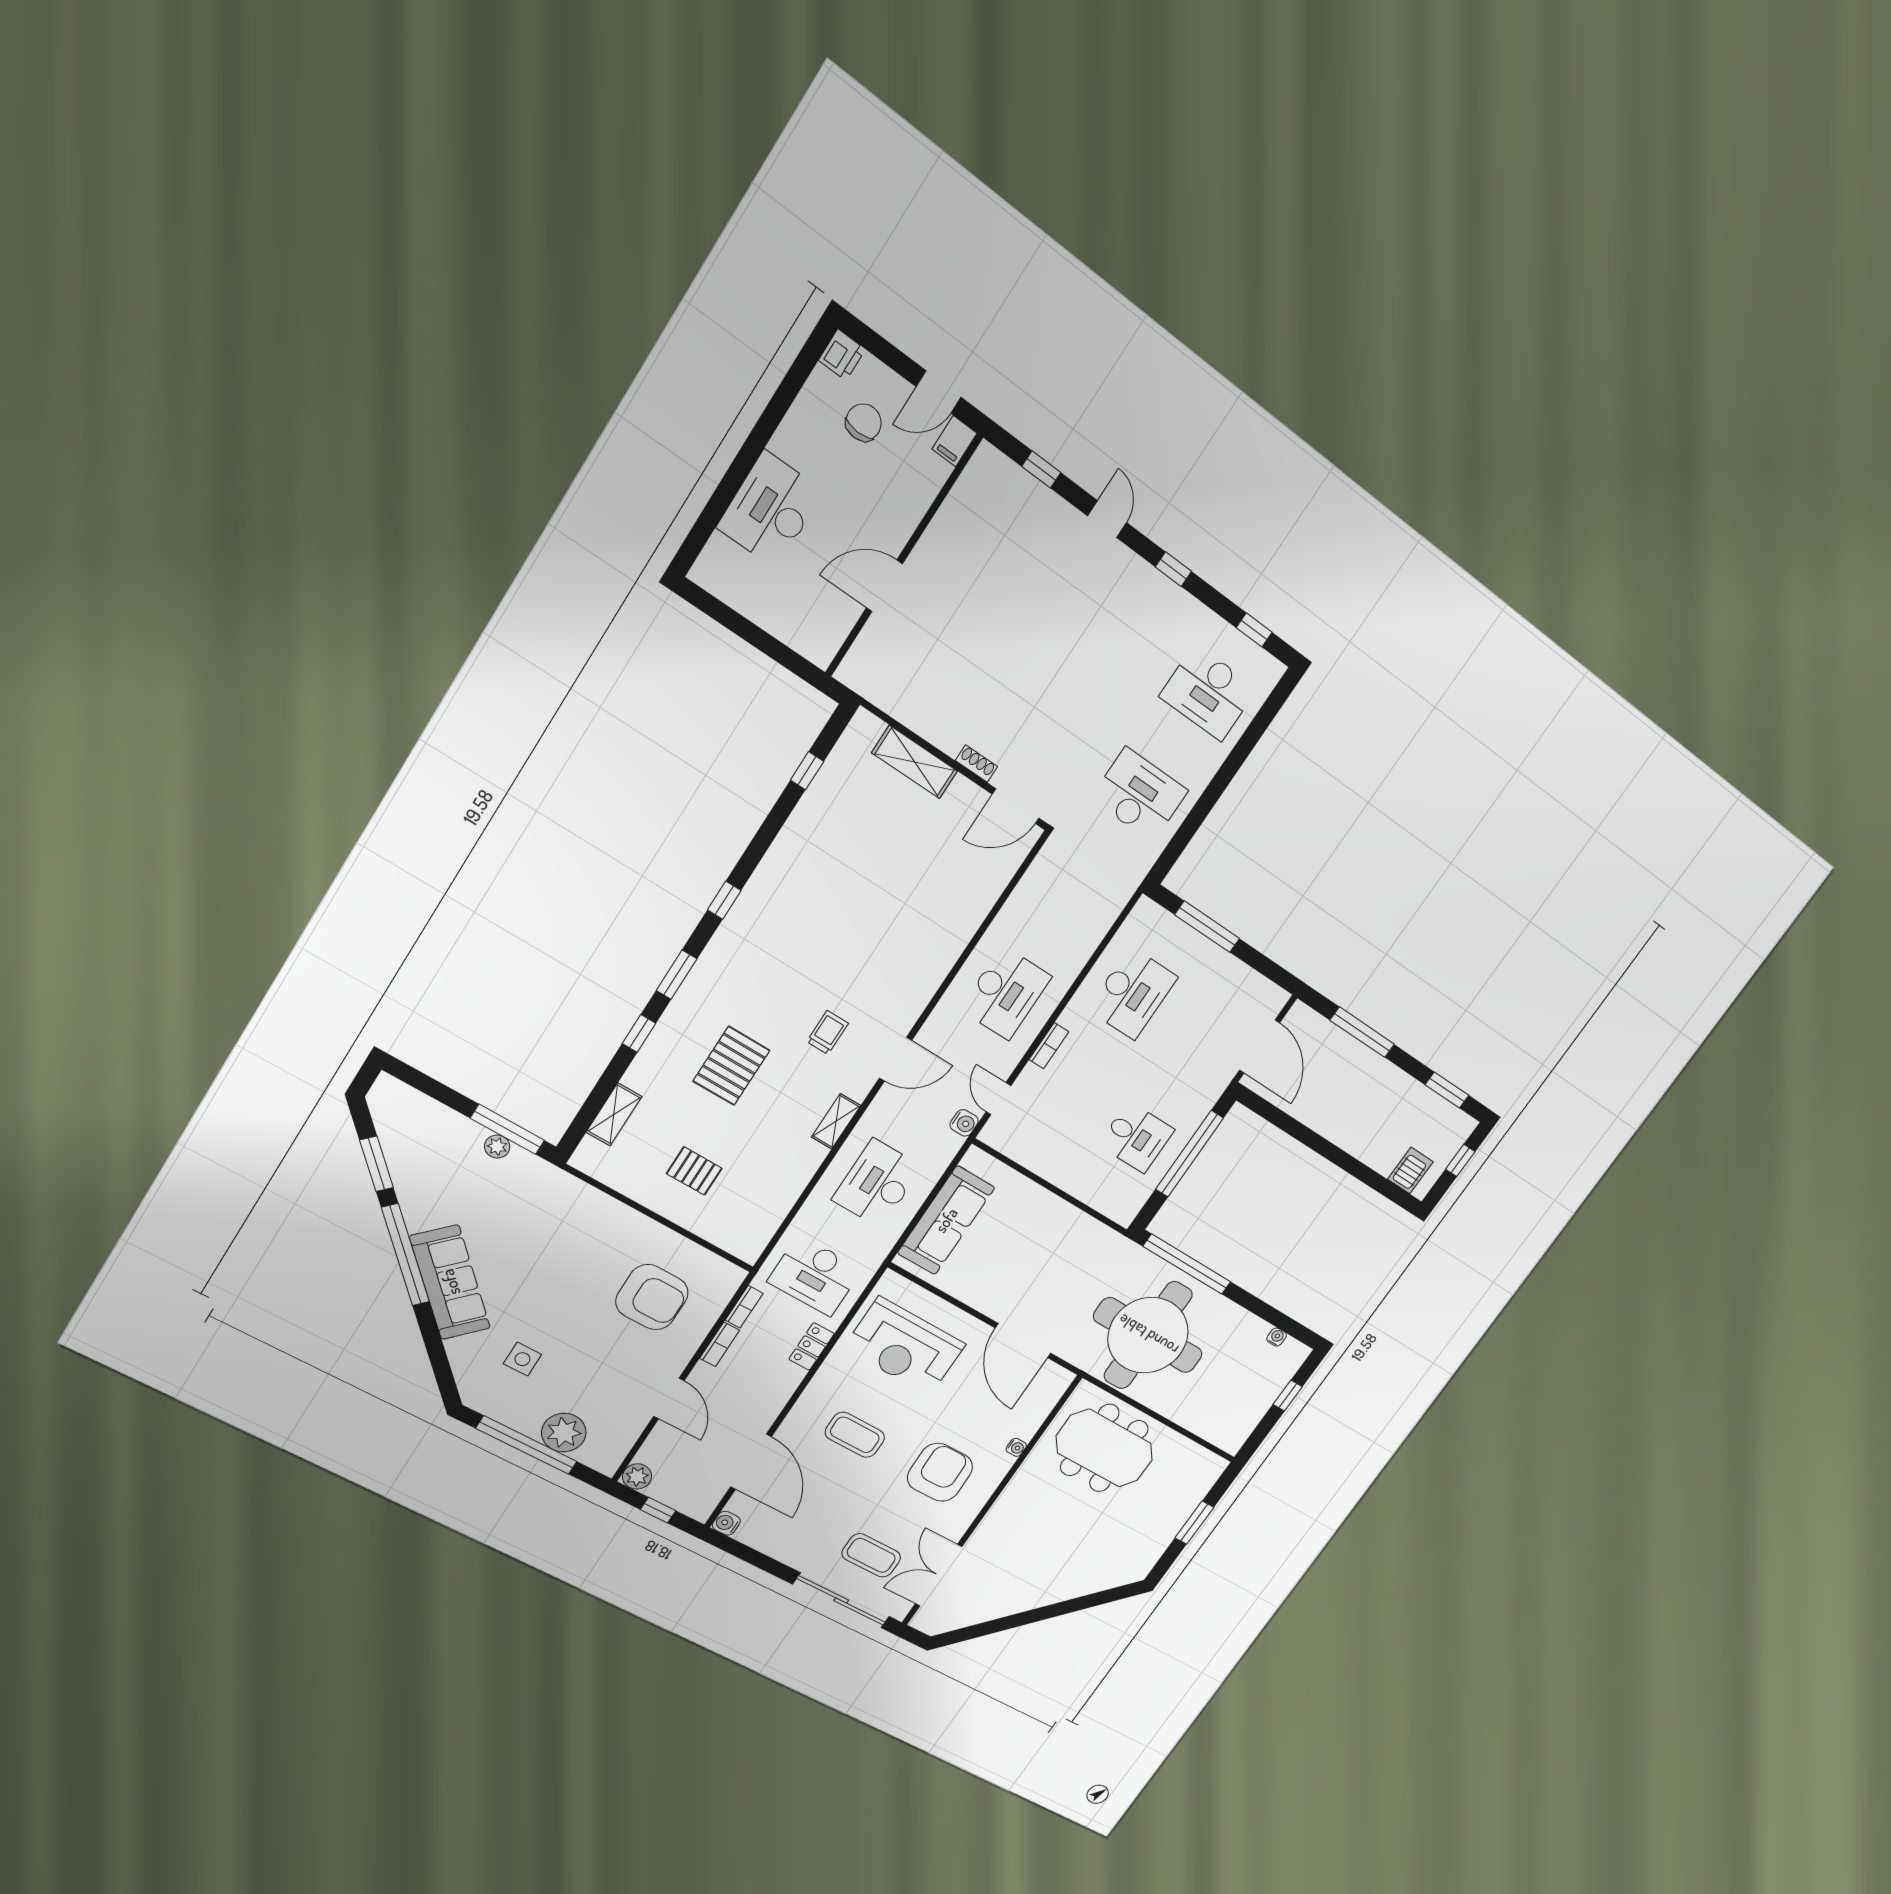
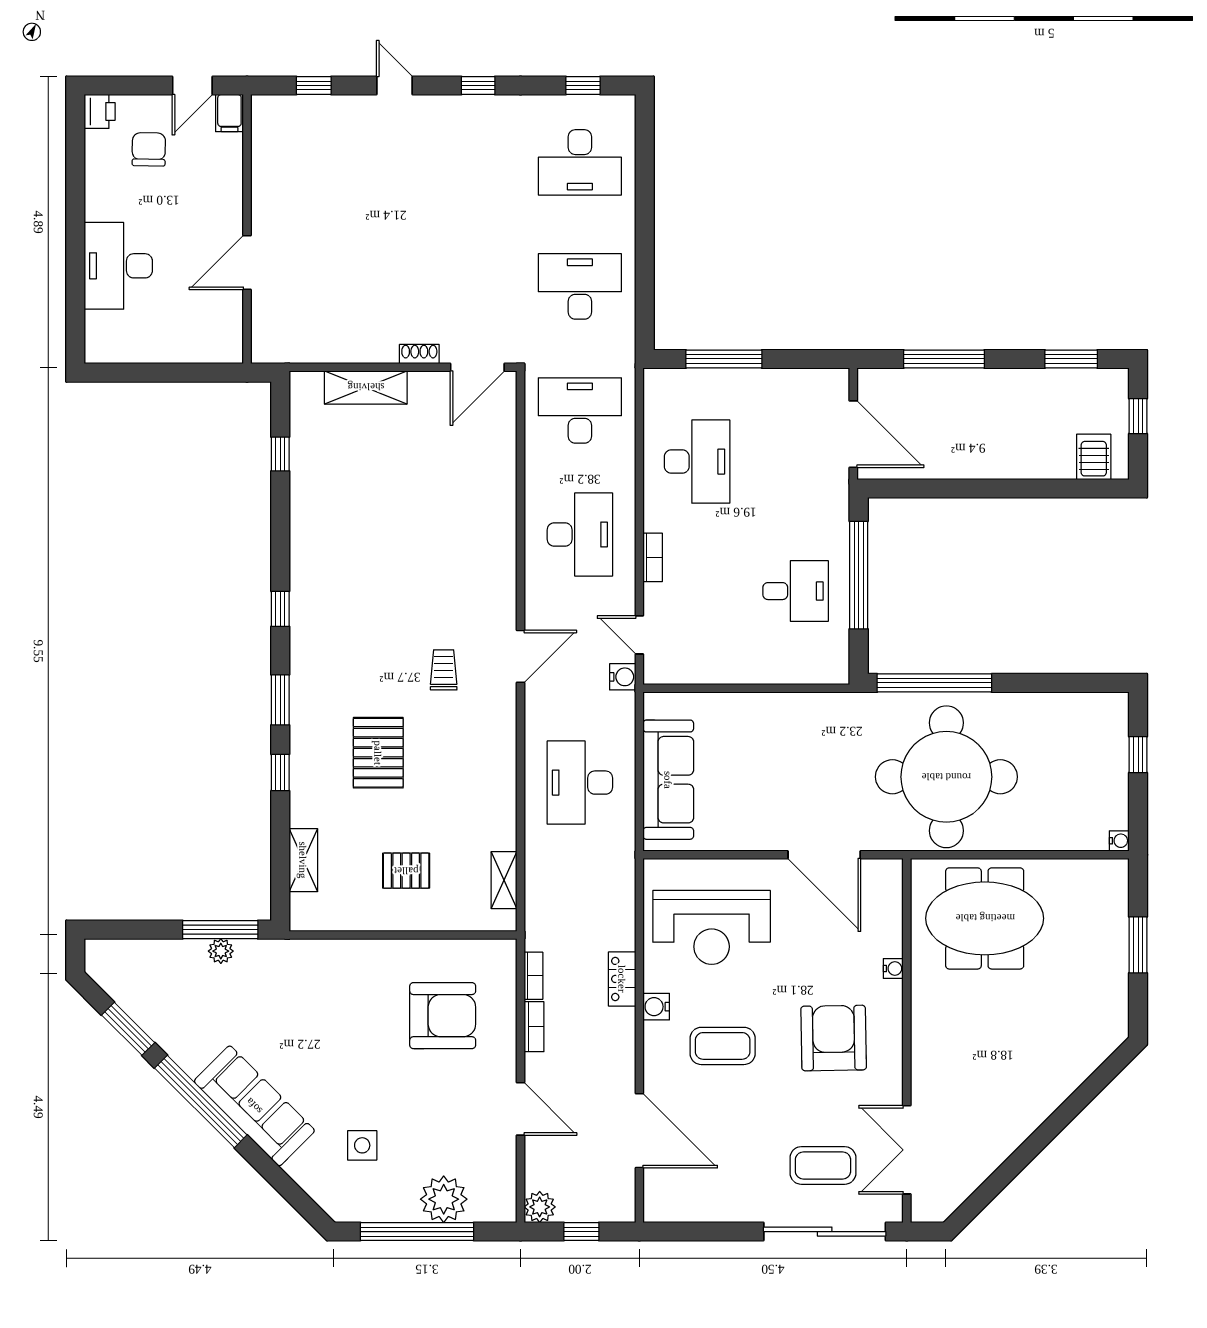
shelving: (836, 1121) -> (504, 880), moved
desk: (815, 1276) -> (580, 410), moved, turned 180
water cooler: (1277, 1337) -> (1119, 841), moved, turned 90
water cooler: (726, 1523) -> (656, 1007), moved

